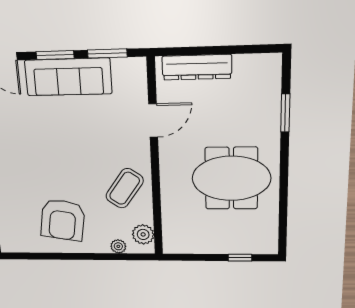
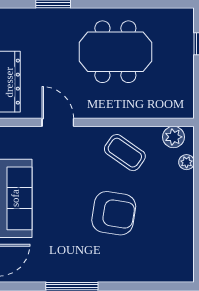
meeting table: (231, 178) -> (115, 52), turned 90
armchair: (63, 220) -> (114, 213), moved

